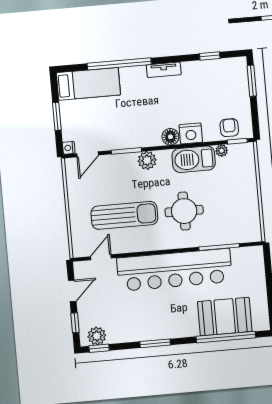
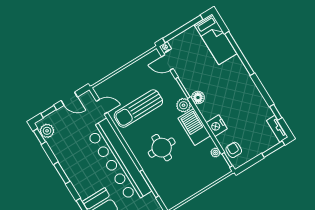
tv unit: (164, 70) -> (277, 129), moved
window: (57, 116) -> (183, 29), width x2.11
armchair: (229, 128) -> (234, 150), turned -90
floor lamp: (170, 137) -> (198, 98), moved
barbecue: (194, 159) -> (194, 127), moved
sun lounger: (124, 215) -> (138, 109), turned 90

